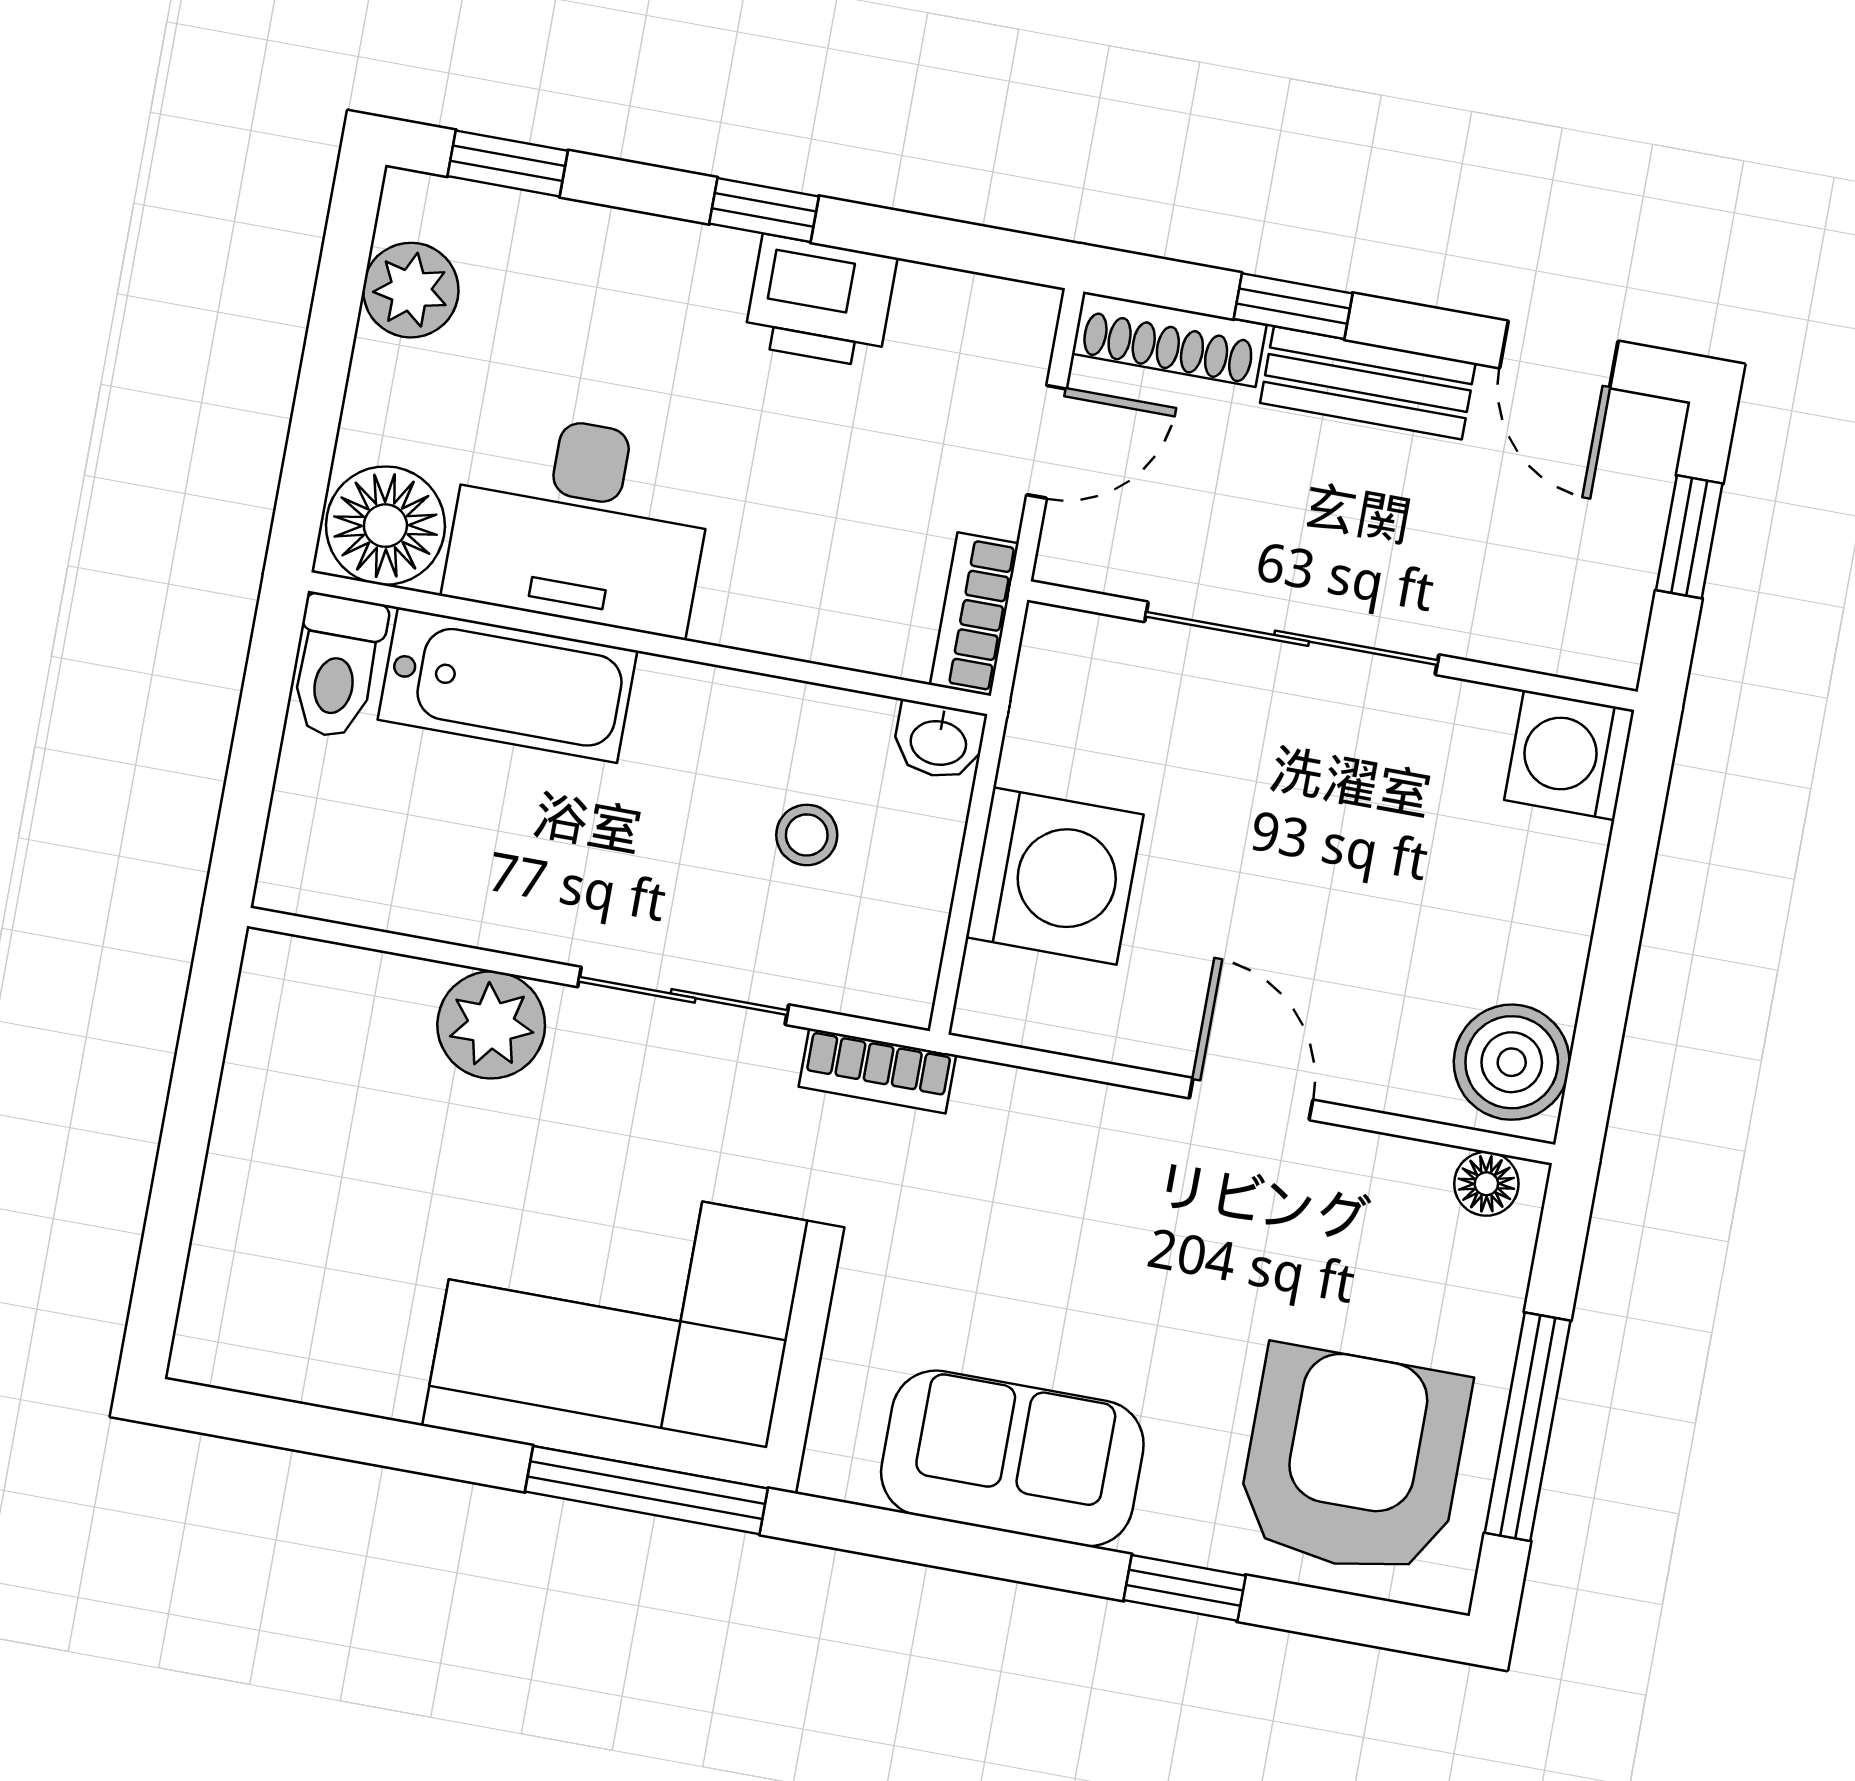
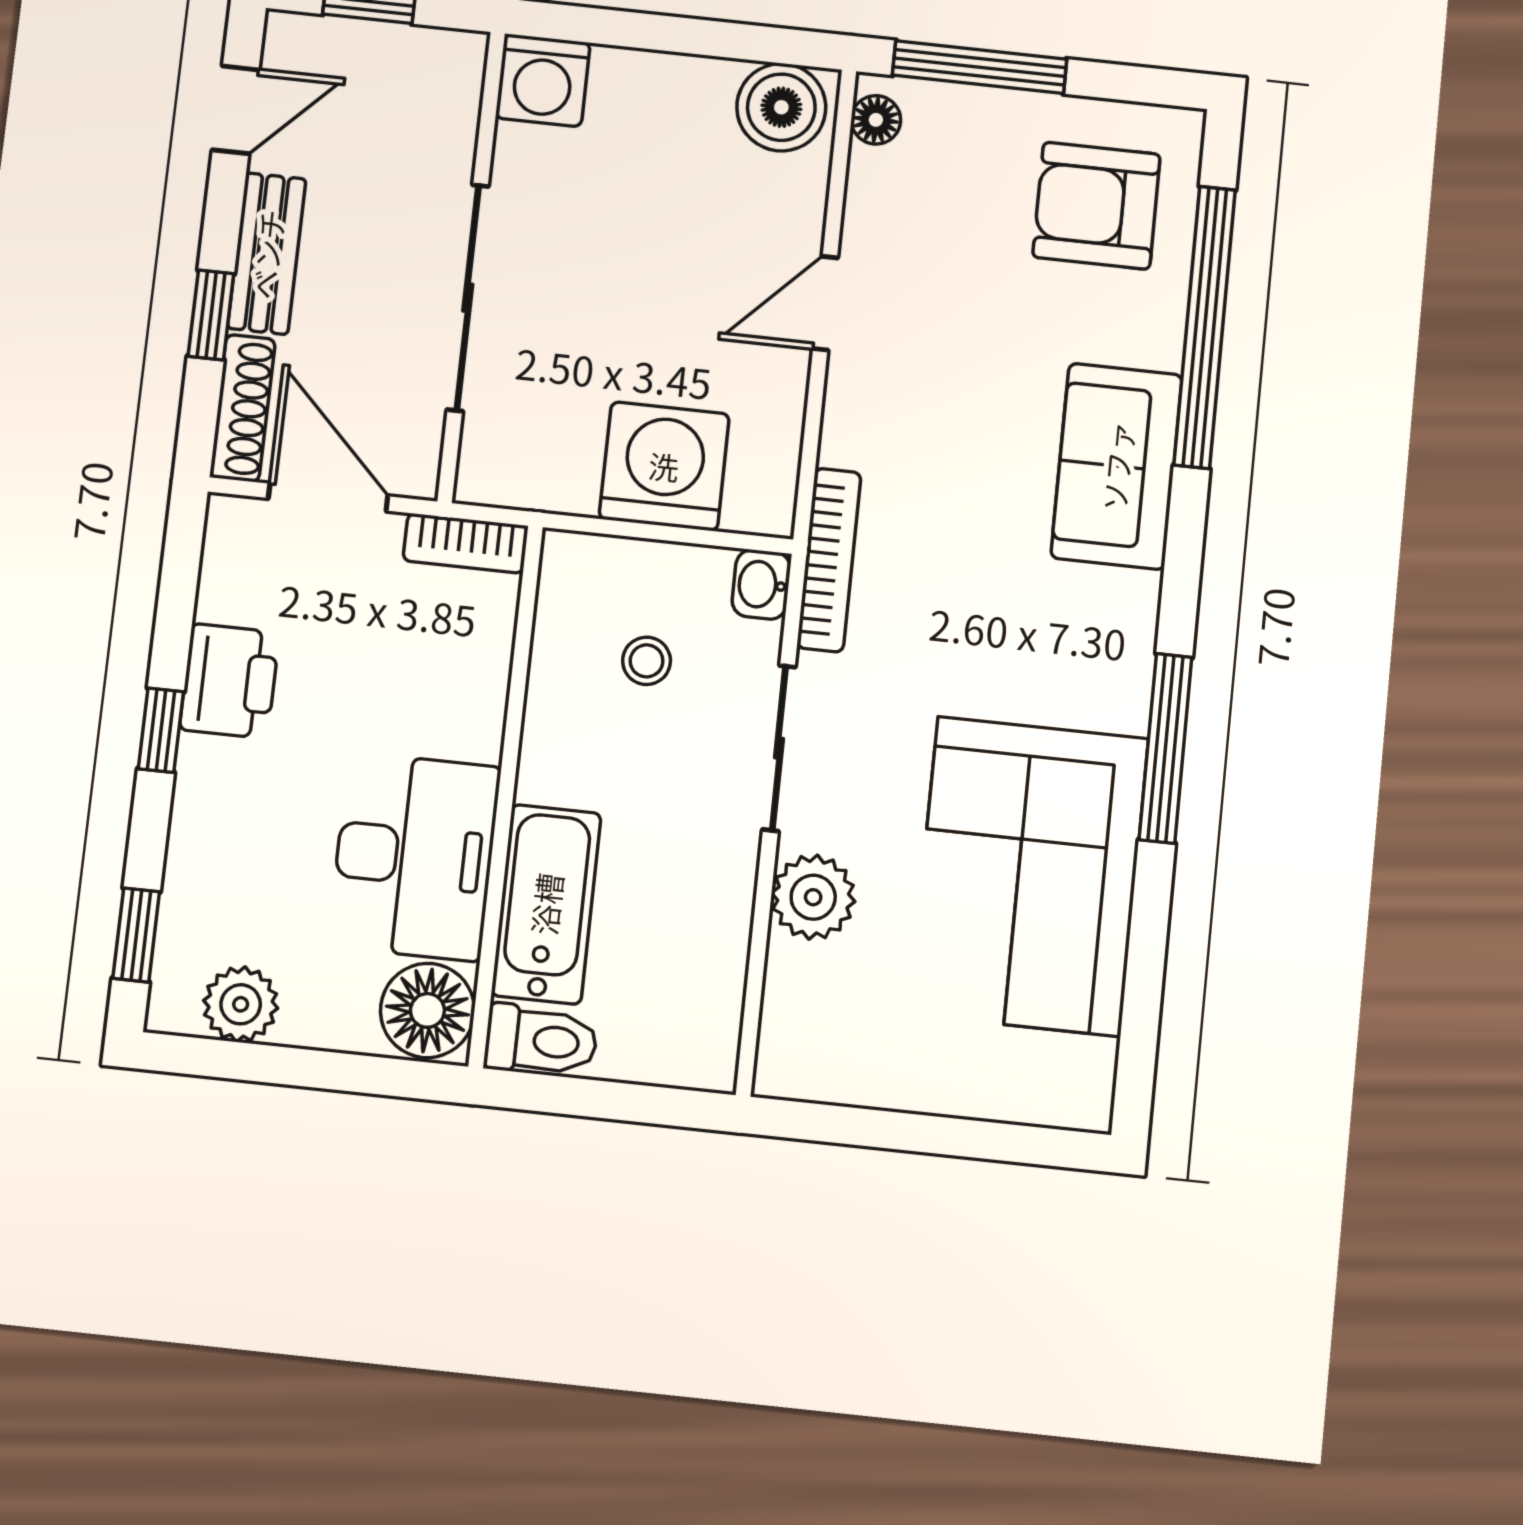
door: (1047, 442) -> (328, 497), width x1.37
washbasin: (939, 741) -> (761, 585), moved, turned 180
bookcase: (877, 1071) -> (829, 560), width x1.56
corner sofa: (633, 1327) -> (1029, 876), moved
window: (1528, 1427) -> (980, 67), moved
armchair: (1353, 1461) -> (1096, 206), width x0.73, depth x0.73
window: (1185, 1588) -> (1205, 327), width x3.17

